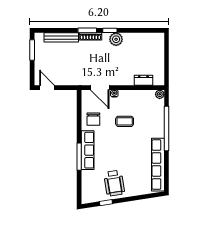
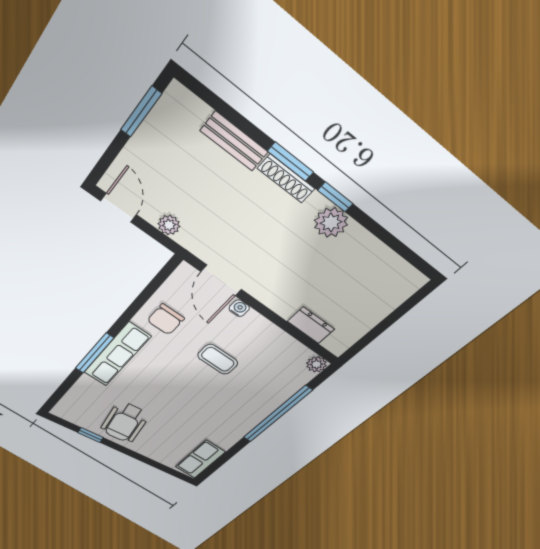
bench: (61, 37) -> (234, 141), width x0.73
plant: (67, 81) -> (169, 225), added
row of seats: (158, 165) -> (200, 459), width x0.50

